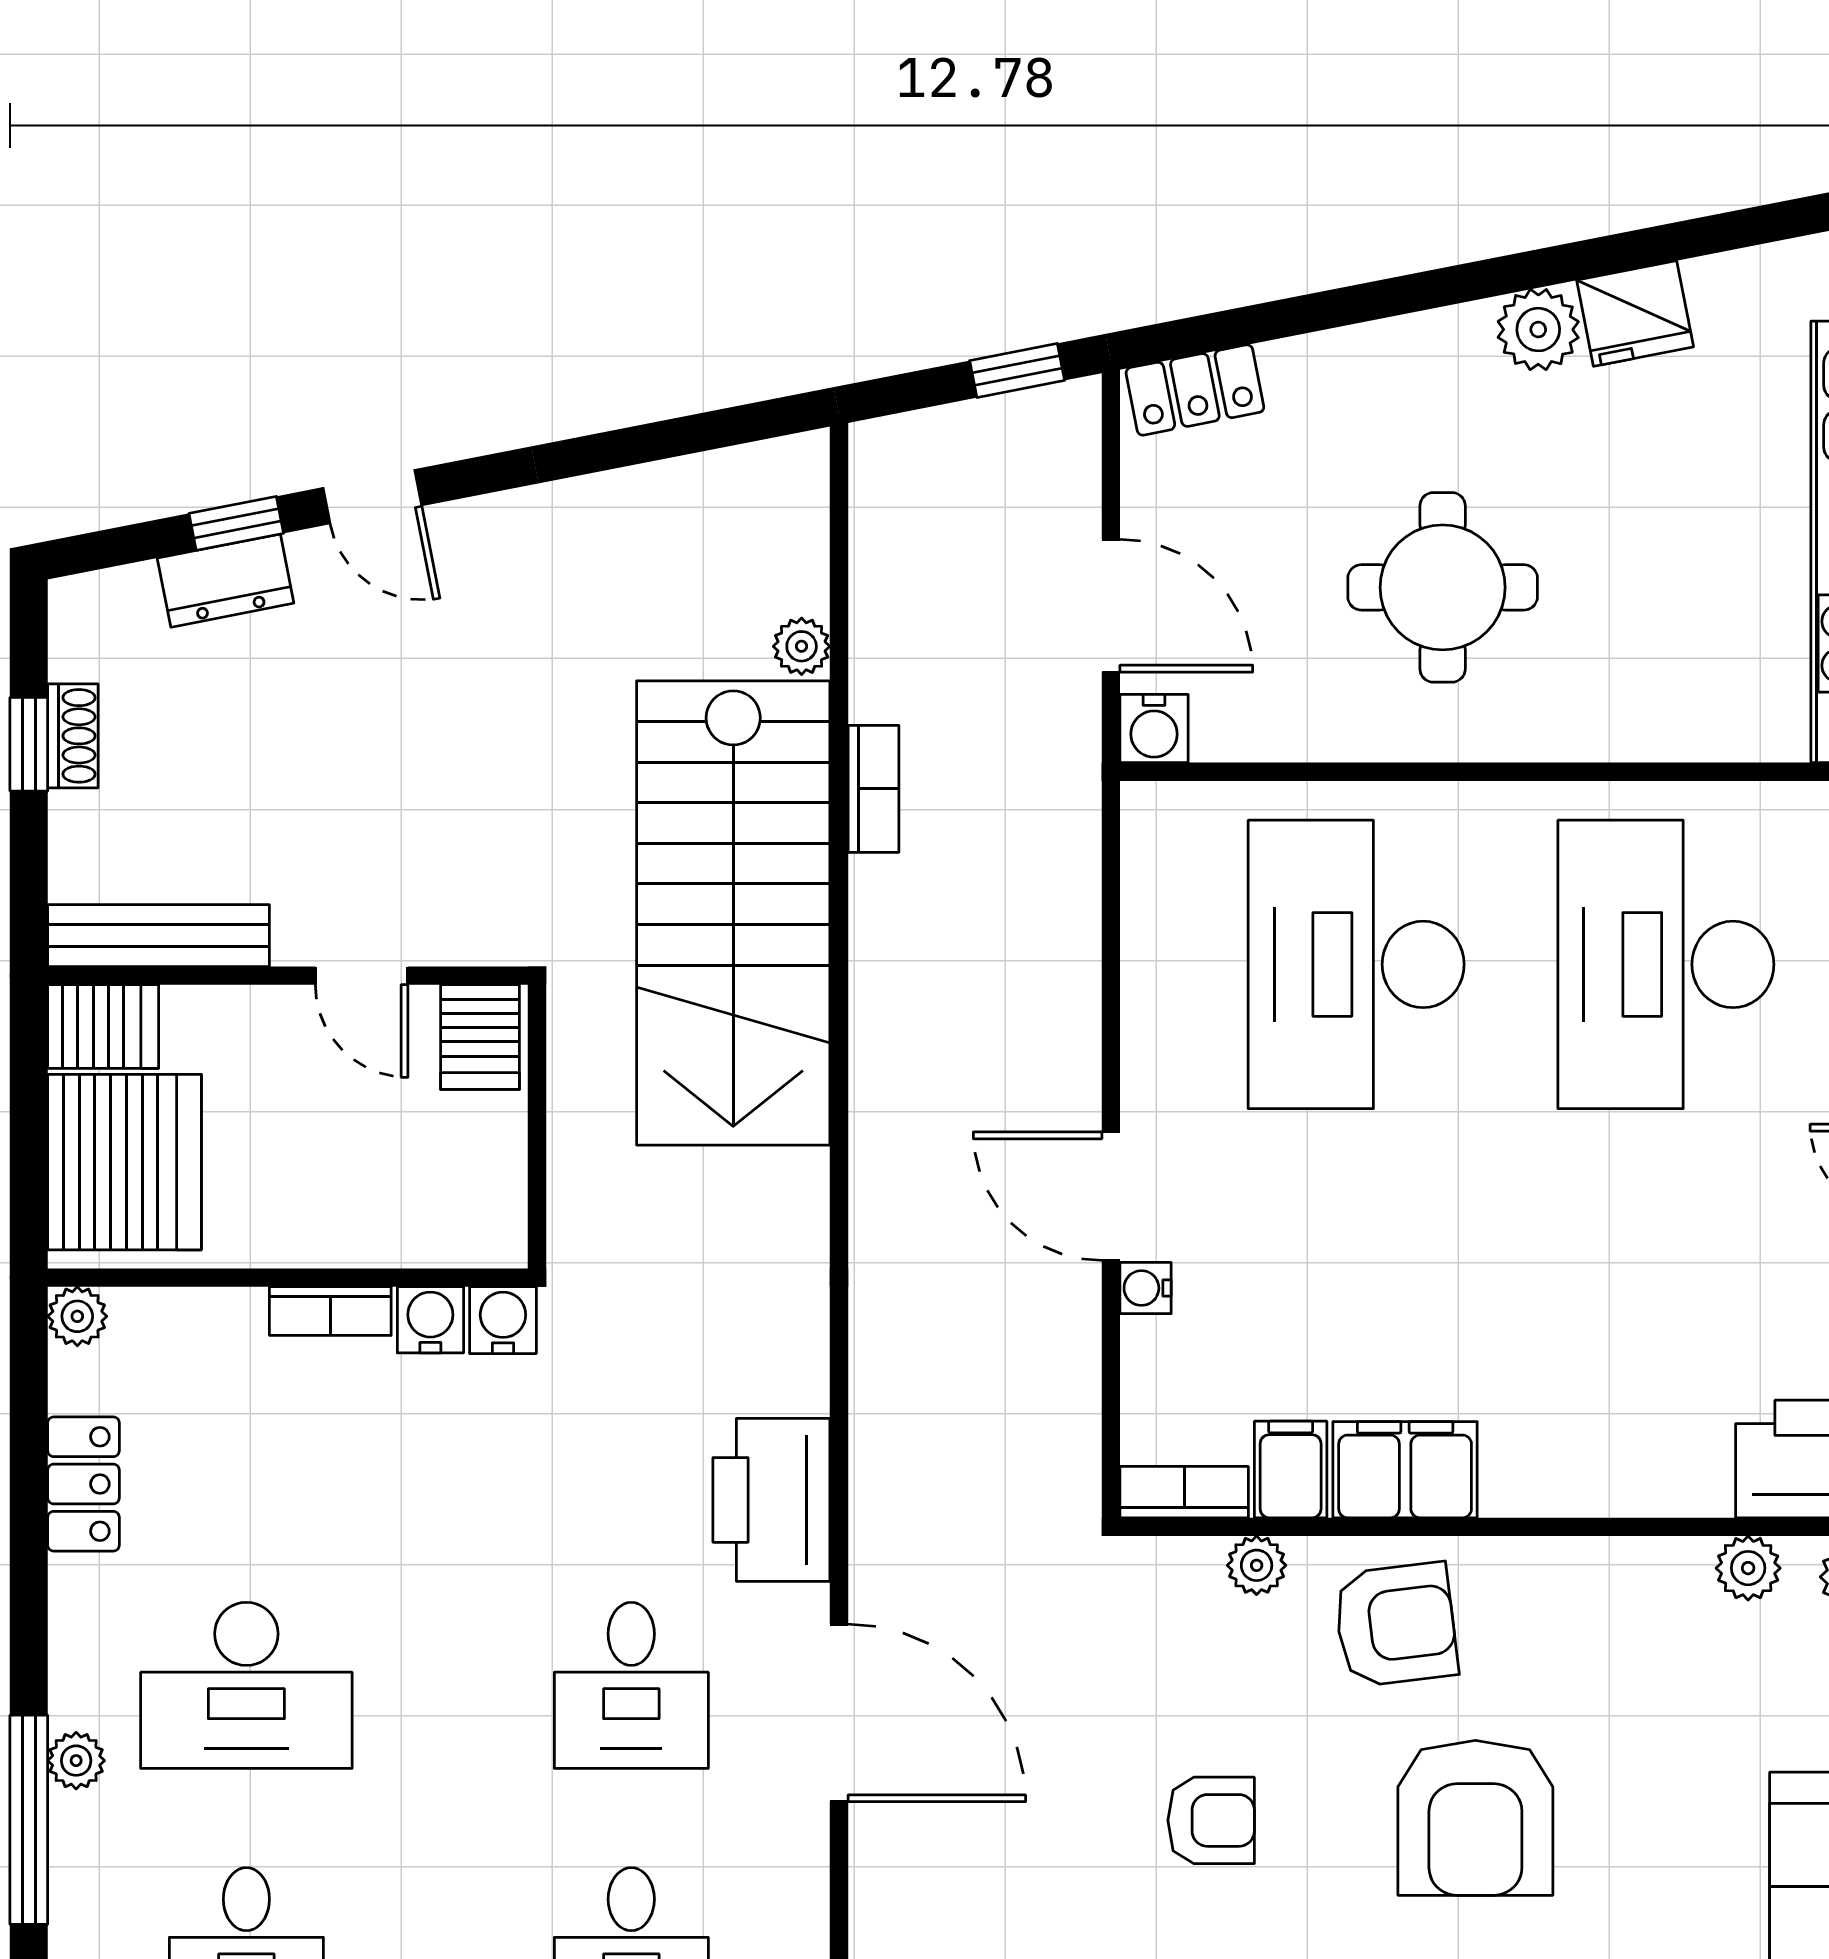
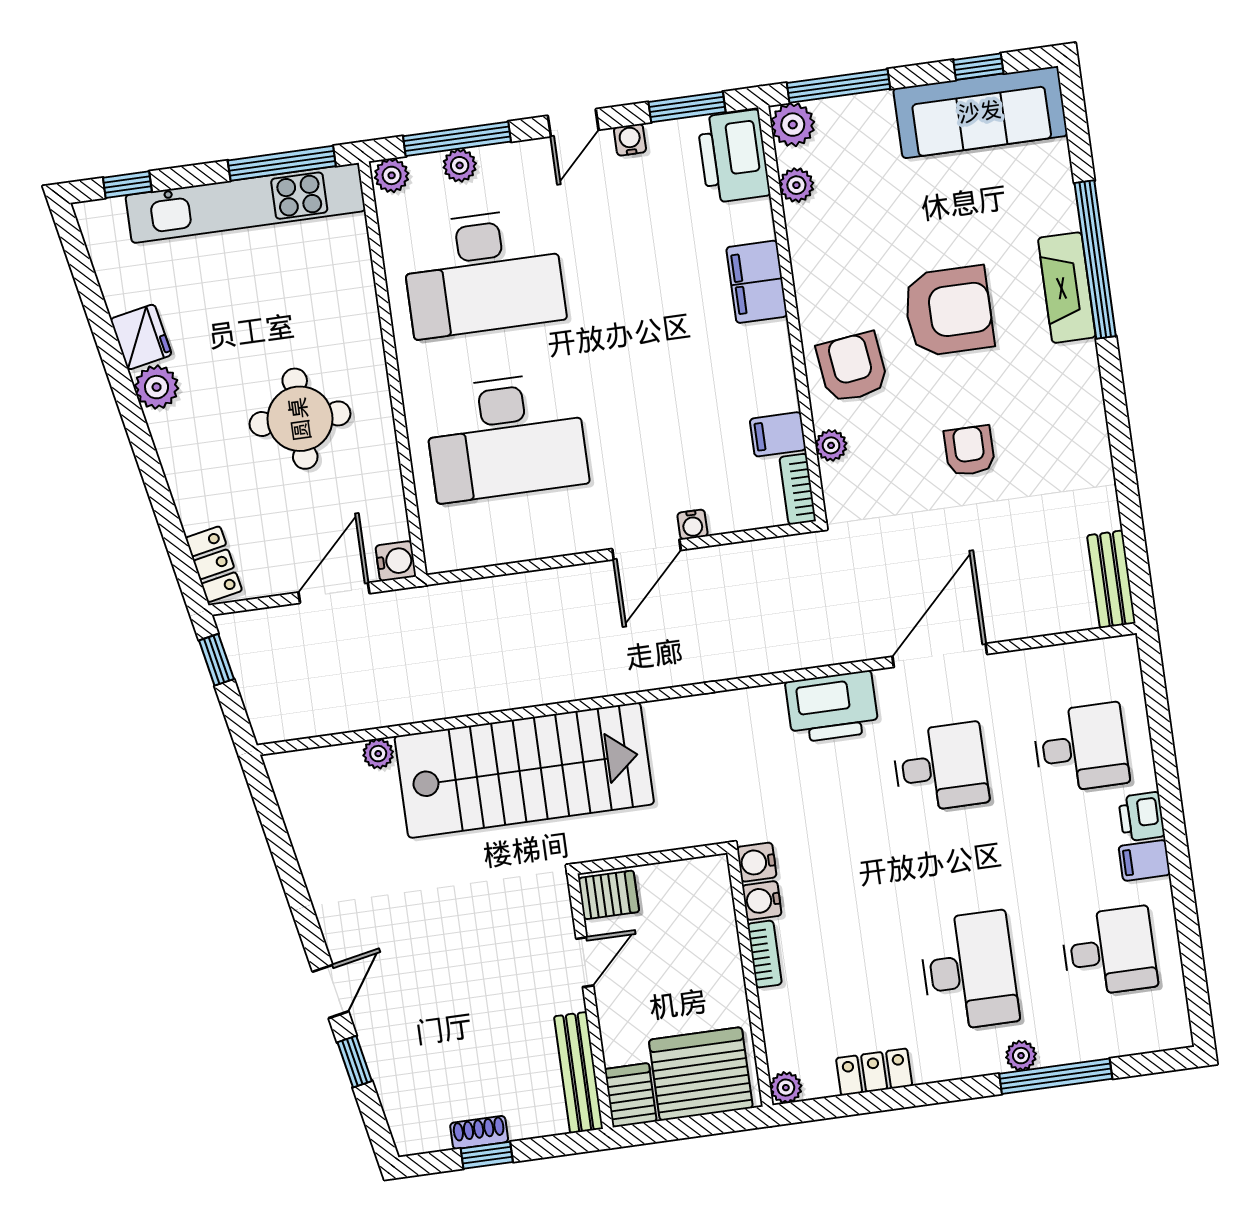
dresser: (226, 581) -> (386, 1063), removed
bookcase: (873, 789) -> (448, 705), removed
filing cabinet: (1405, 1470) -> (757, 282), moved

